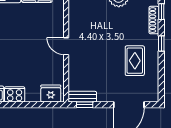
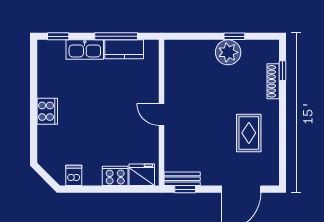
window: (161, 44) -> (283, 111), removed
cooker: (15, 94) -> (115, 176), moved

